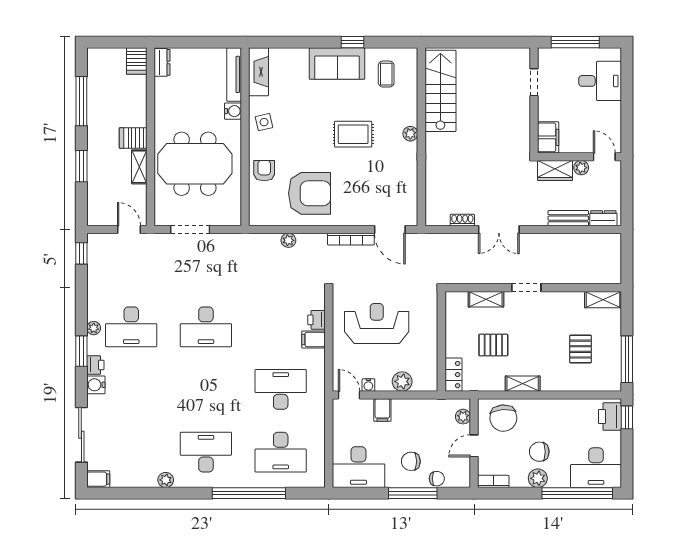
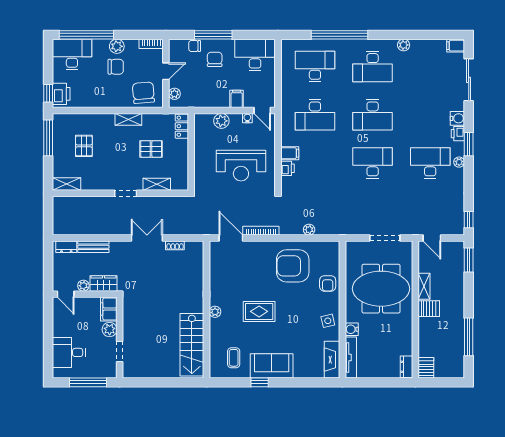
plant: (547, 111) -> (110, 330), added
window: (81, 166) -> (469, 260), moved
desk: (206, 389) -> (373, 115), added
chair: (411, 461) -> (215, 59), turned -90

